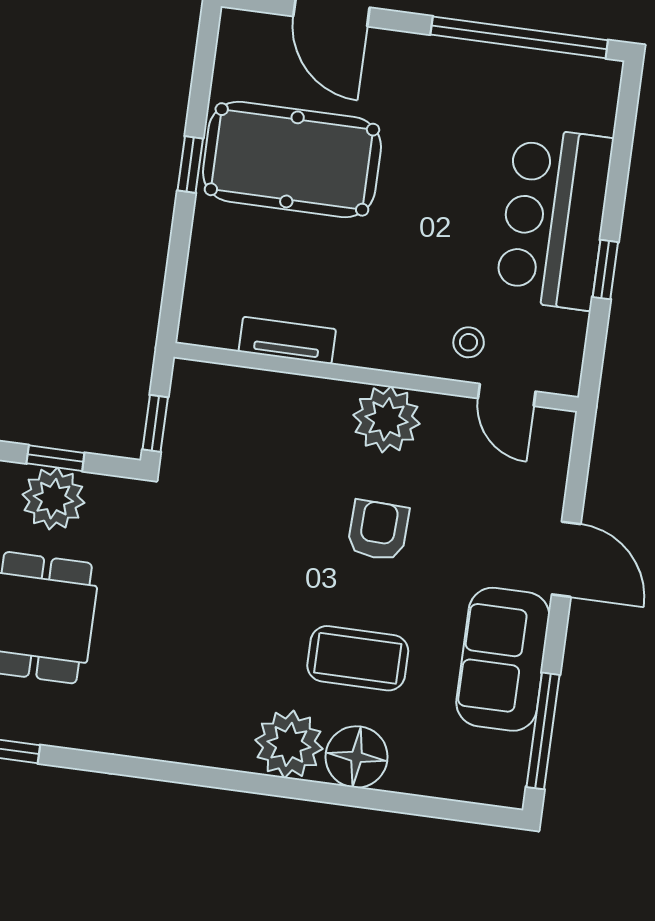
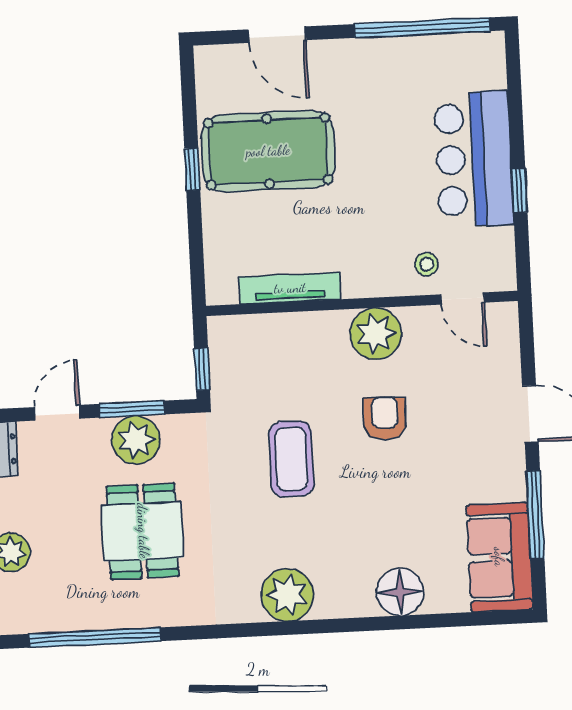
tv unit: (287, 340) -> (290, 288), width x1.41
window: (55, 458) -> (132, 409), width x1.50
coffee table: (358, 658) -> (291, 459), moved, turned 90
sofa: (503, 659) -> (499, 557), moved
window: (543, 731) -> (535, 515), moved
plant: (289, 744) -> (287, 595), moved

